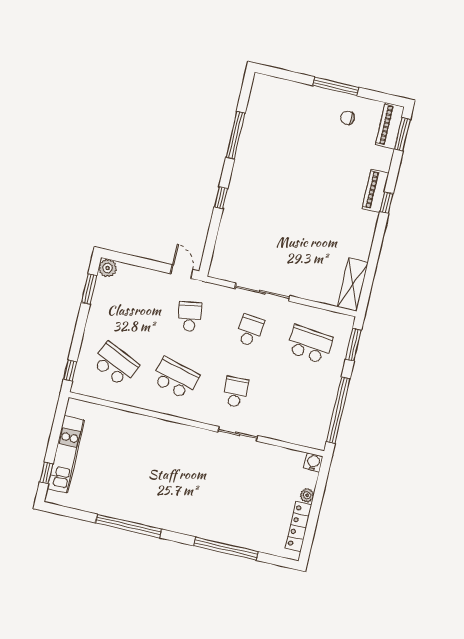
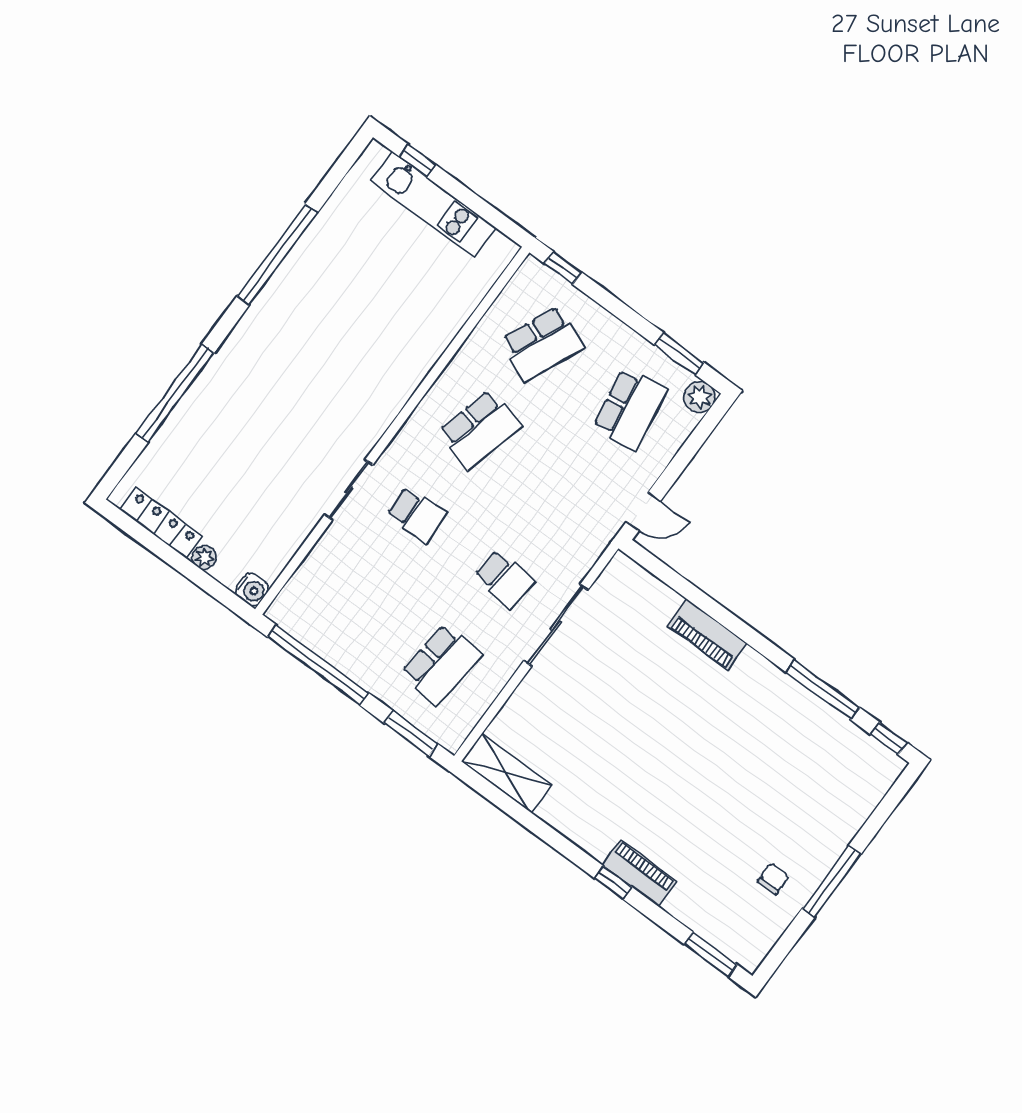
piano: (390, 126) -> (707, 635), moved, turned 180
window: (221, 198) -> (889, 738), moved
school desk: (190, 317) -> (630, 409), moved, width x1.85

